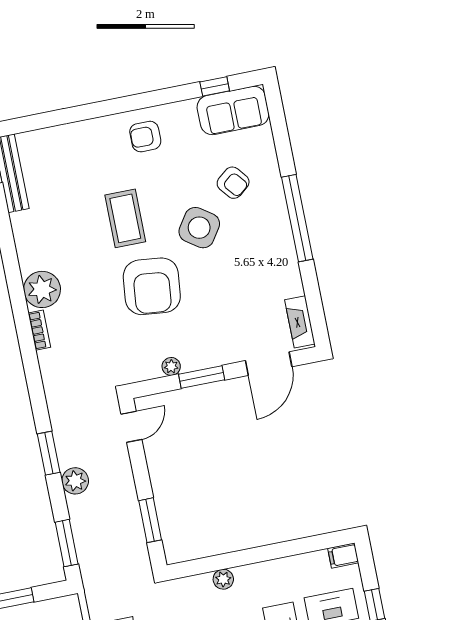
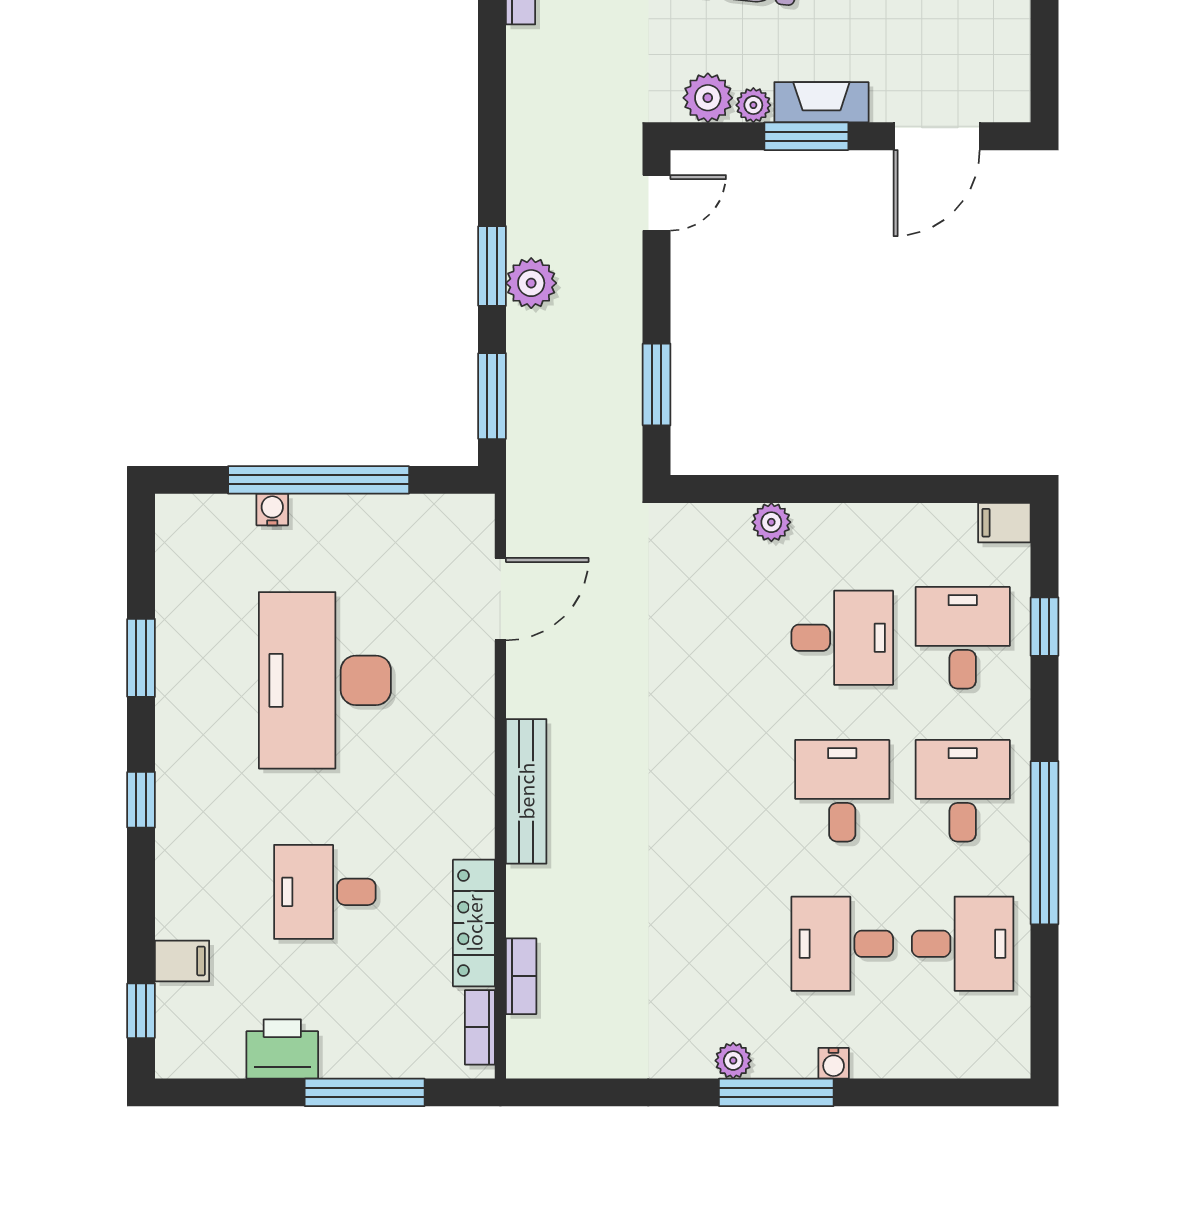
fireplace: (300, 322) -> (821, 102), moved, turned 90
plant: (147, 367) -> (708, 98), added
window: (49, 453) -> (492, 266), moved

